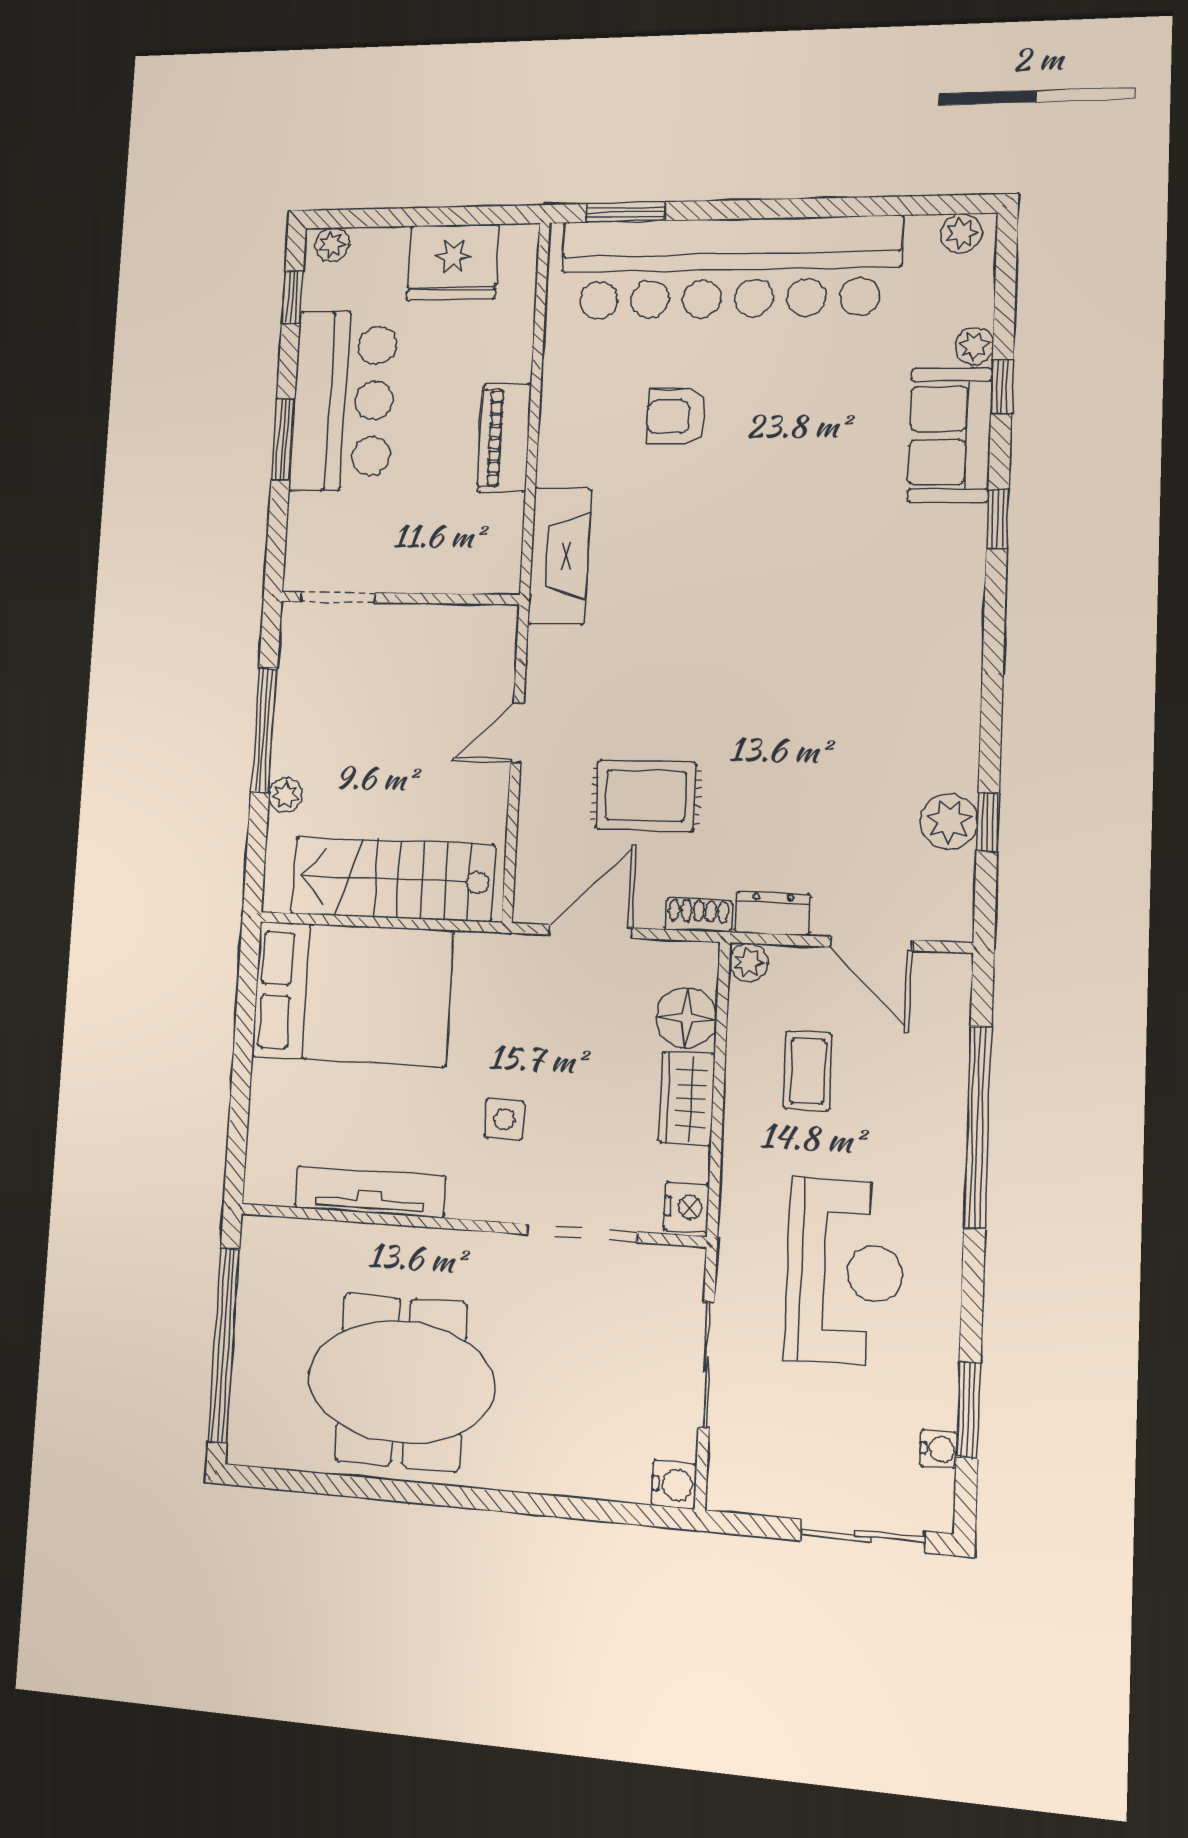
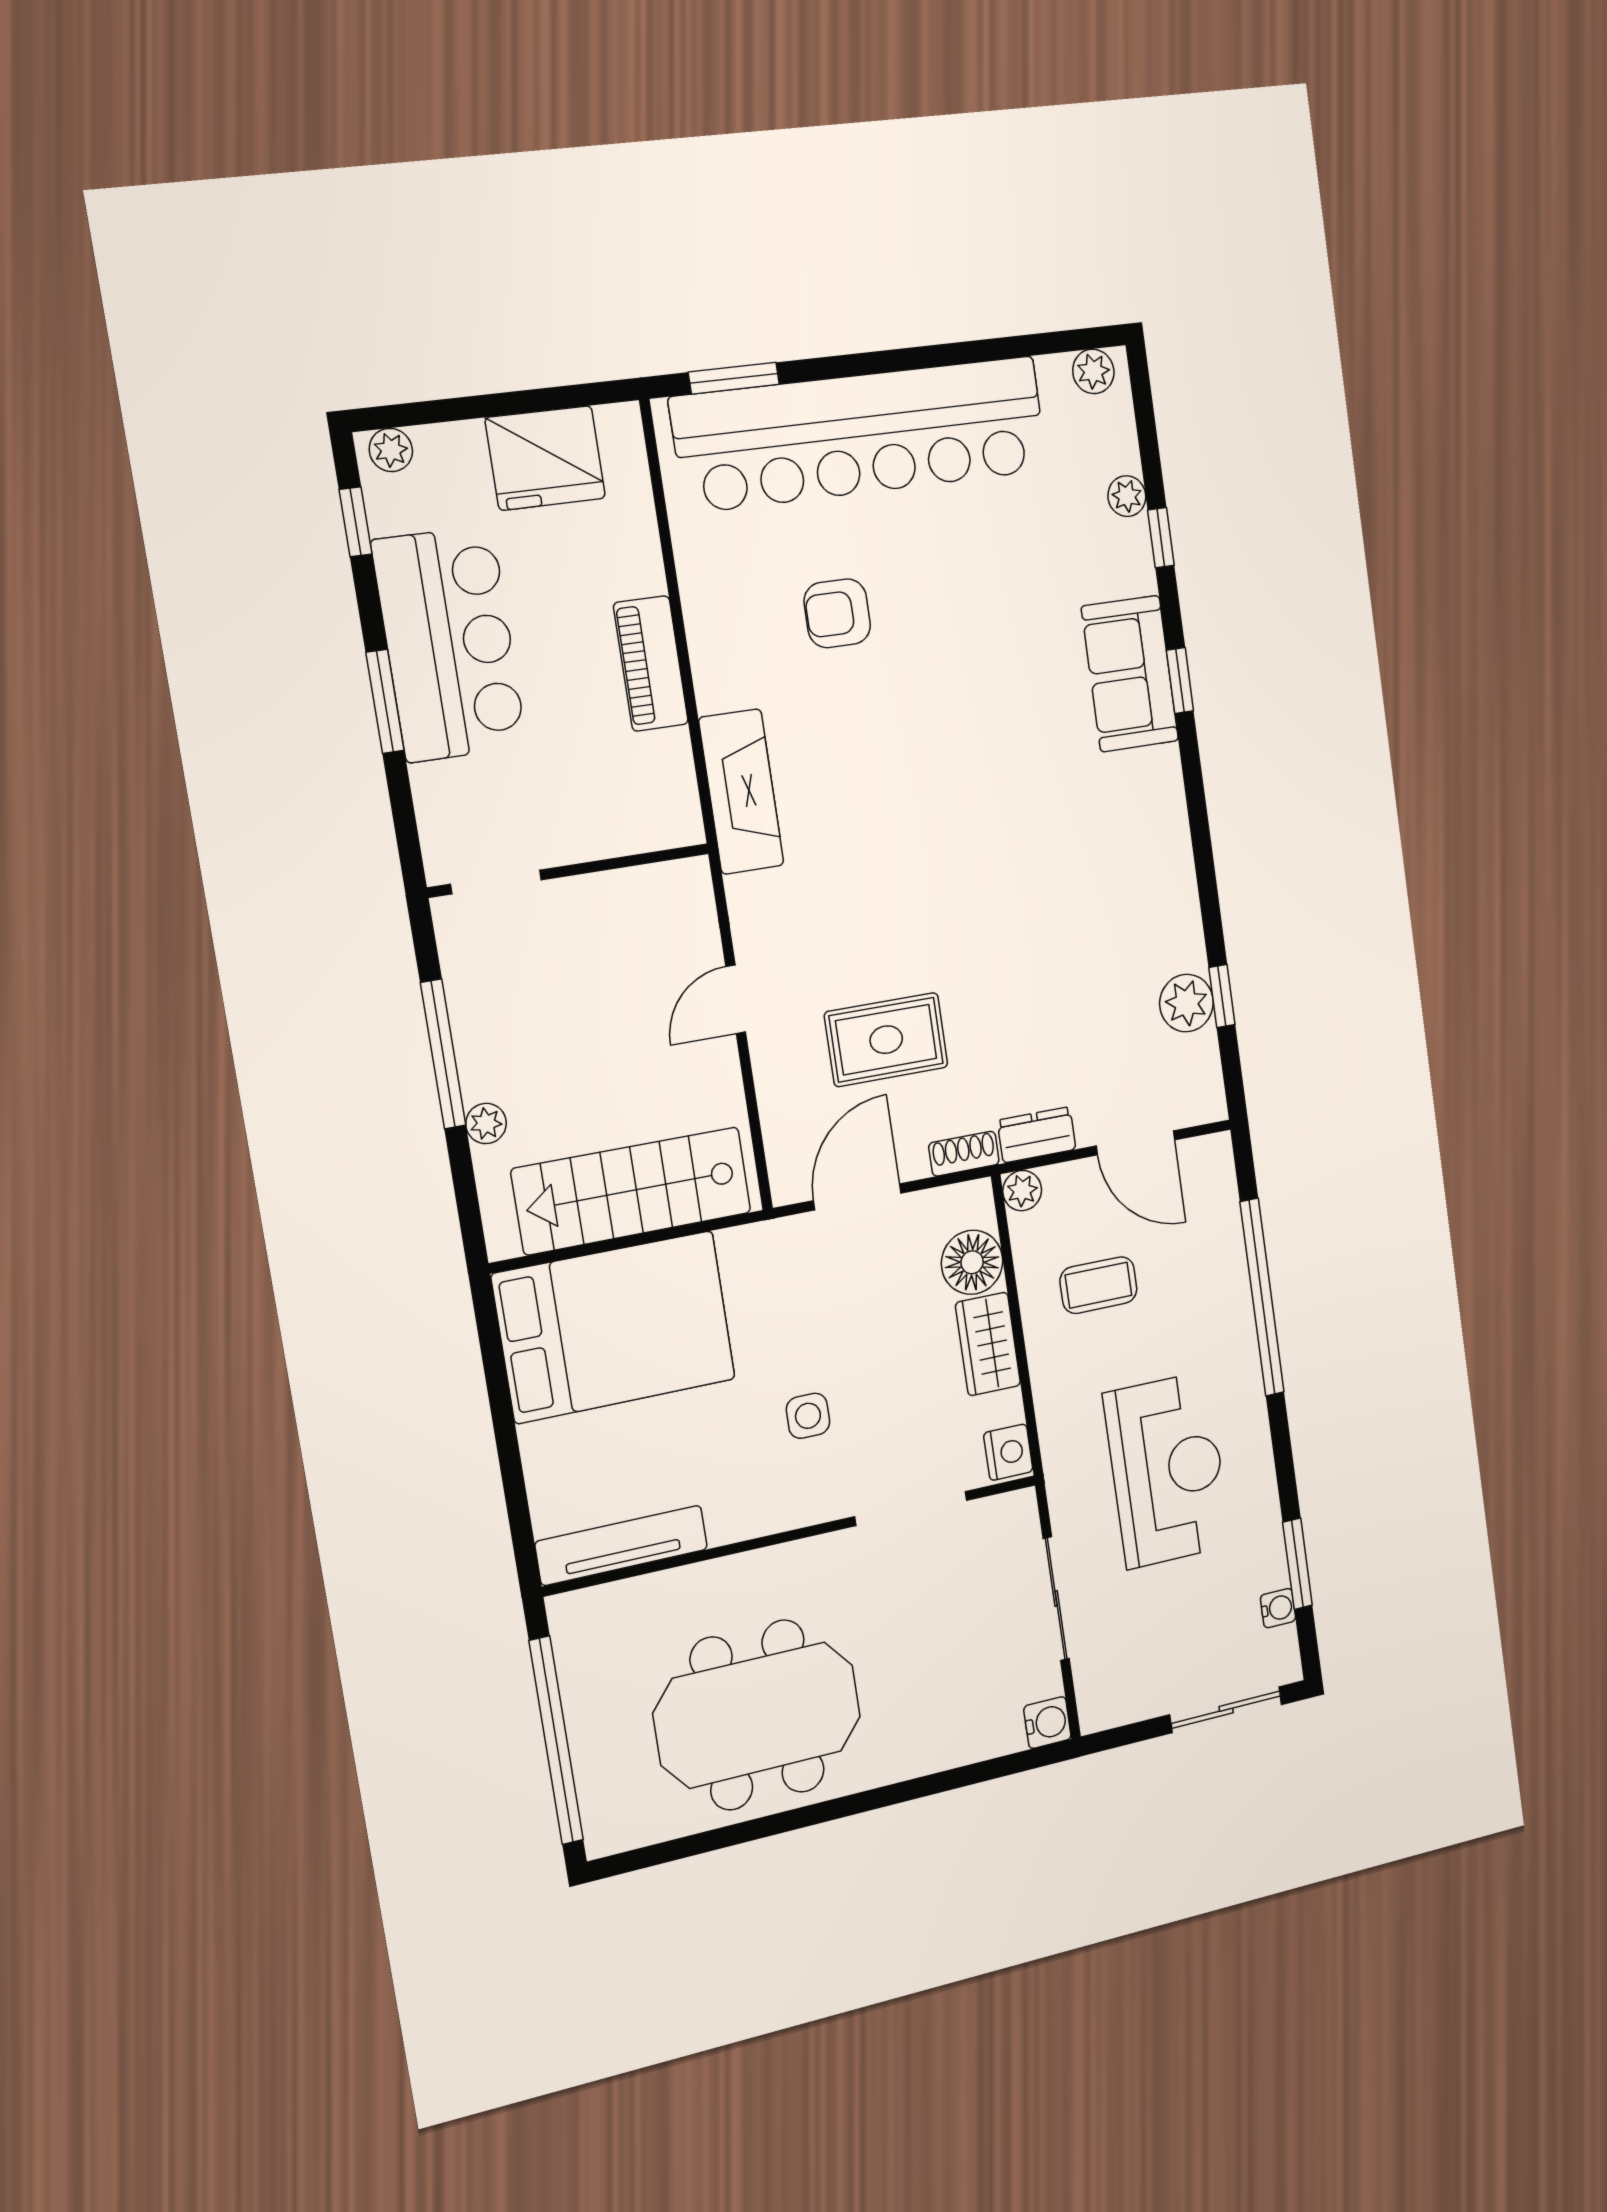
sofa: (950, 435) -> (1130, 674), moved
coffee table: (808, 1071) -> (1098, 1285), turned 90
tv unit: (370, 1192) -> (622, 1545), moved

